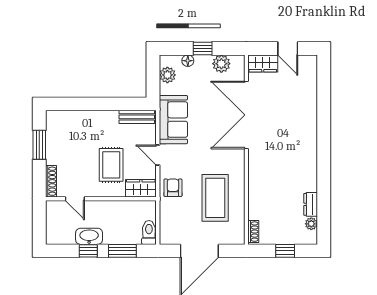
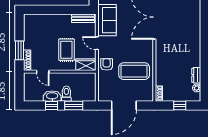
window: (39, 145) -> (20, 50), moved
coffee table: (215, 198) -> (134, 71), turned 90
toilet: (149, 232) -> (66, 94), moved

